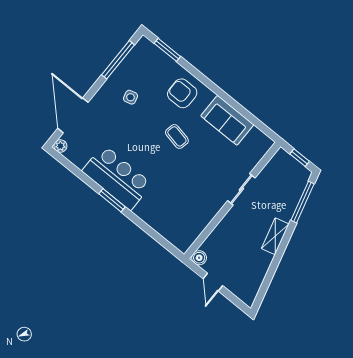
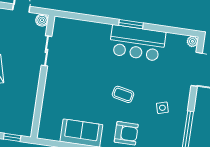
coffee table: (177, 136) -> (123, 94), moved
sliding door: (241, 189) -> (46, 51), moved

